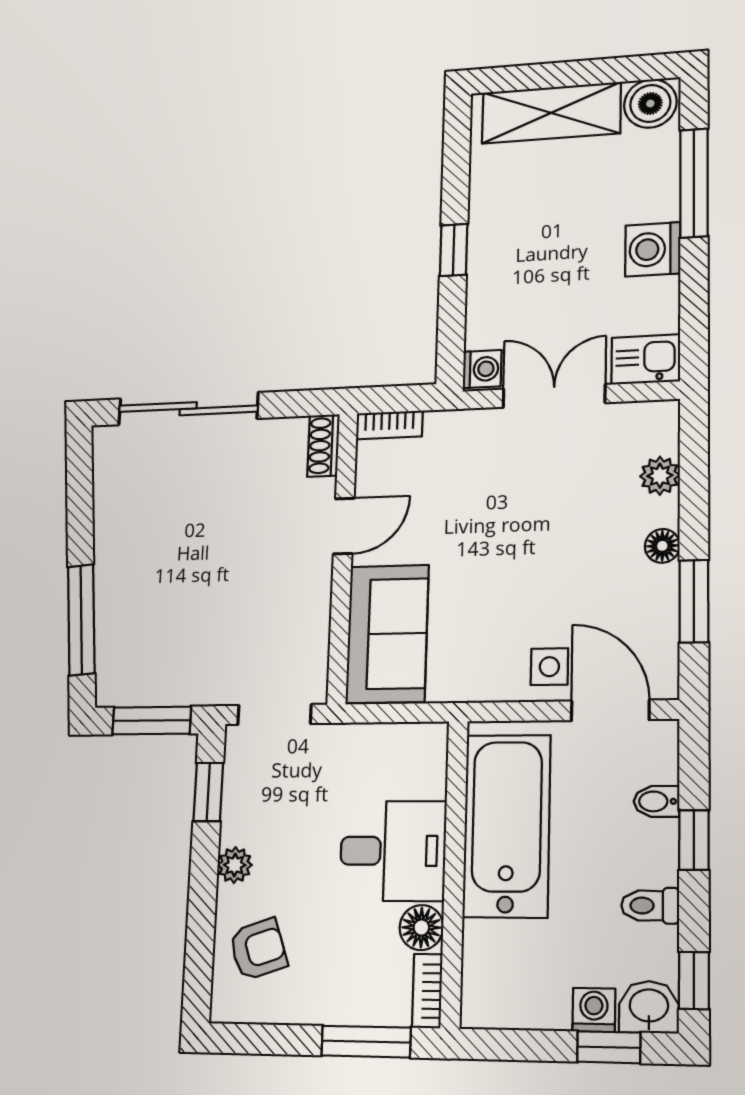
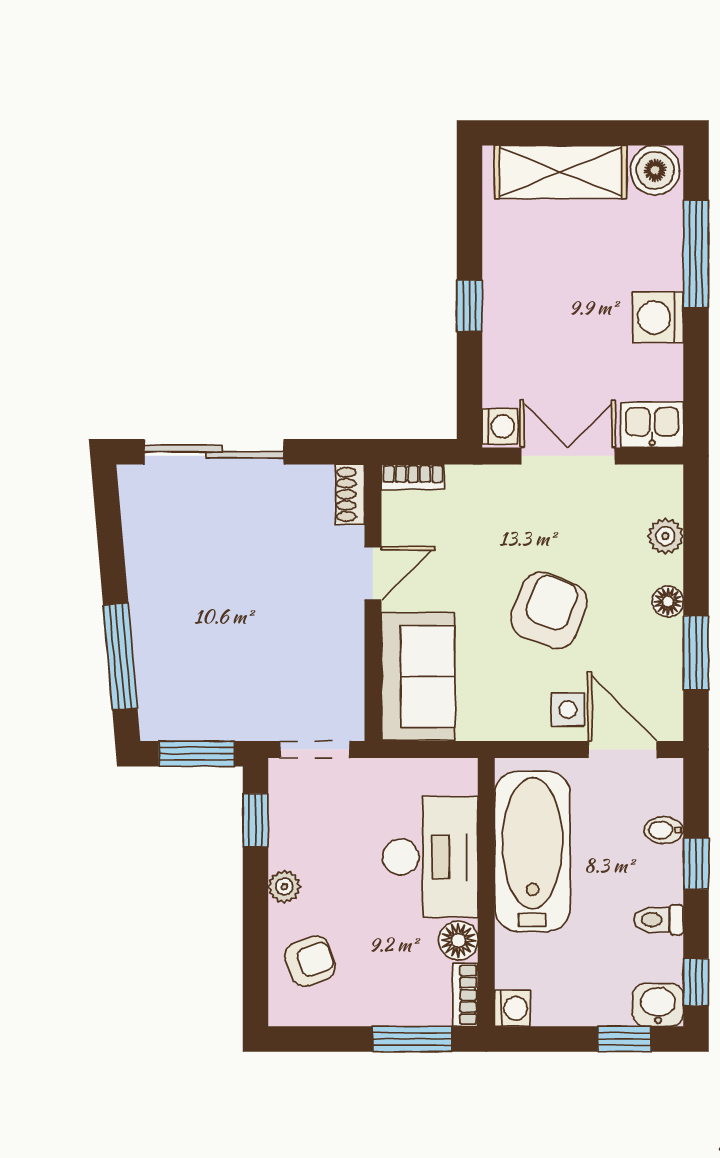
armchair: (530, 559) -> (549, 610), added
desk: (393, 851) -> (430, 857), width x1.37
washing machine: (594, 1010) -> (513, 1008), moved, turned 90

